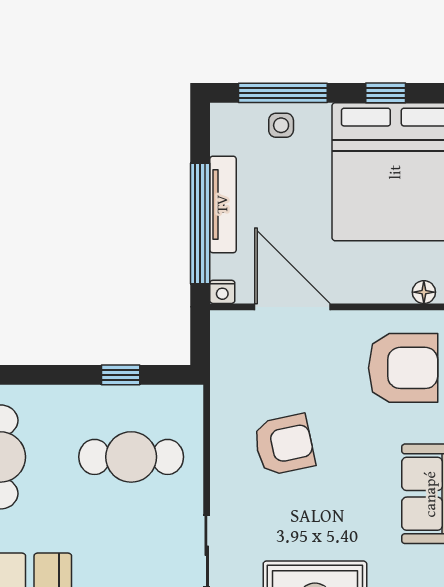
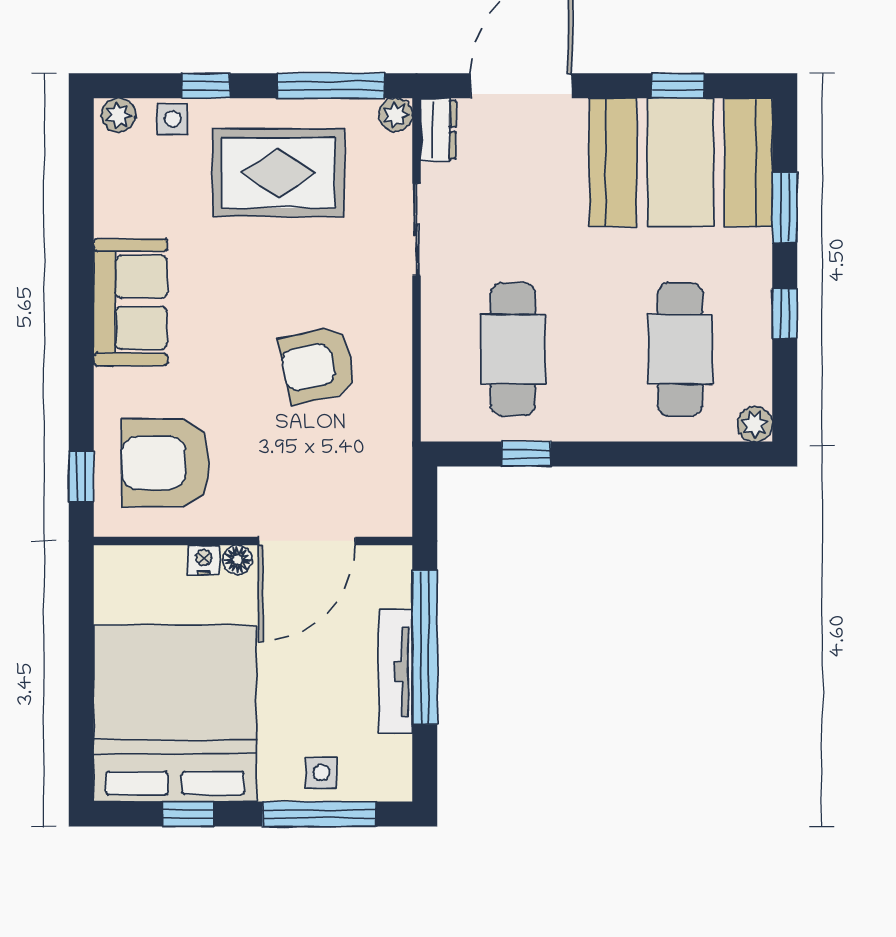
nightstand: (222, 292) -> (204, 560), moved
floor lamp: (424, 292) -> (238, 560), moved
door: (292, 307) -> (307, 541), hinge flipped
cafe table: (131, 457) -> (513, 349), turned 90

